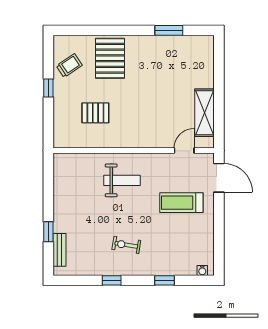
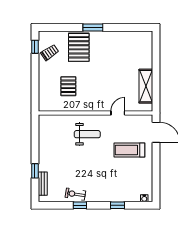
window: (169, 30) -> (93, 27), moved
window: (48, 88) -> (35, 47), moved
pallet: (95, 113) -> (68, 86), turned 90
door: (184, 151) -> (118, 113), moved
exercise bike: (126, 245) -> (75, 194), moved

